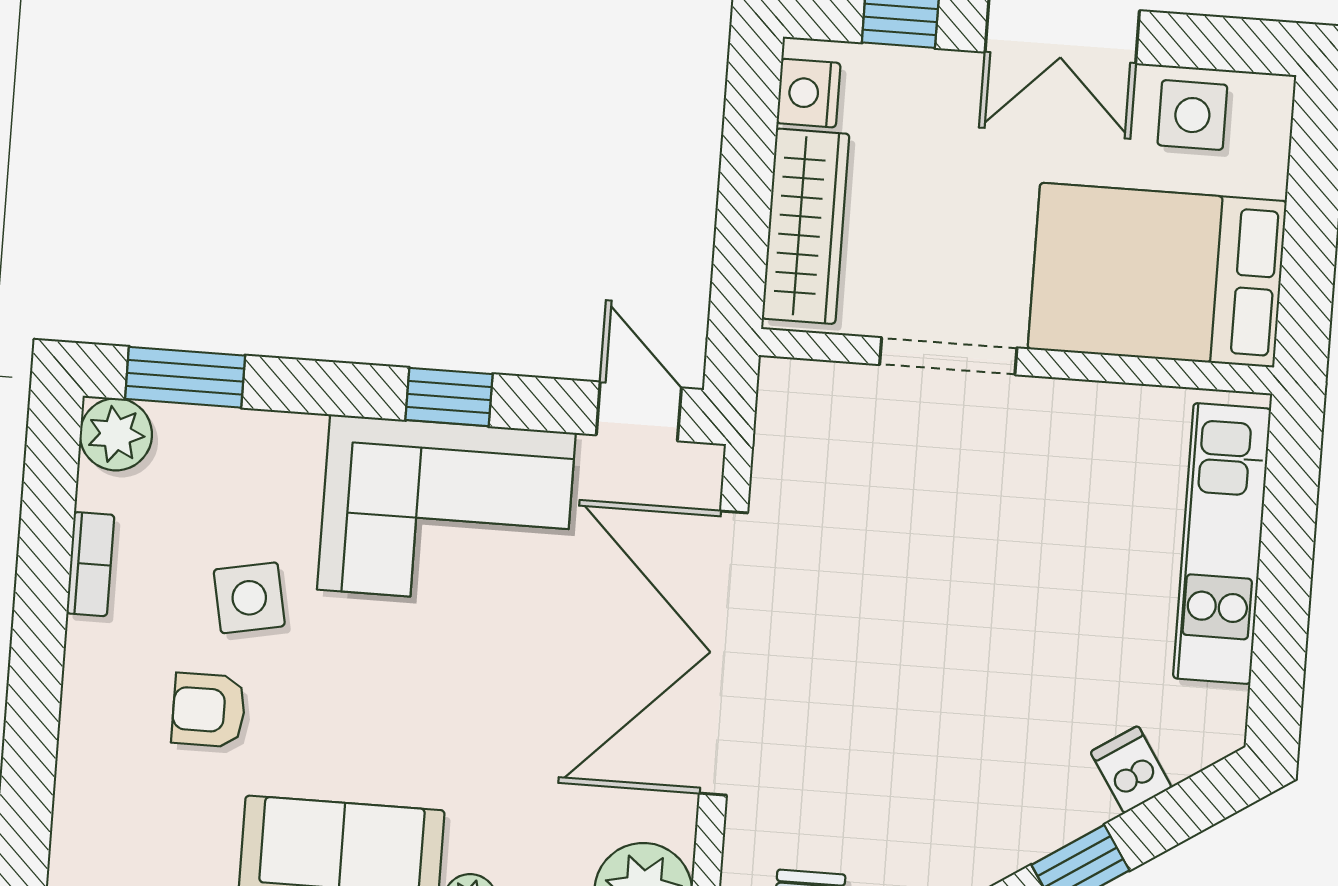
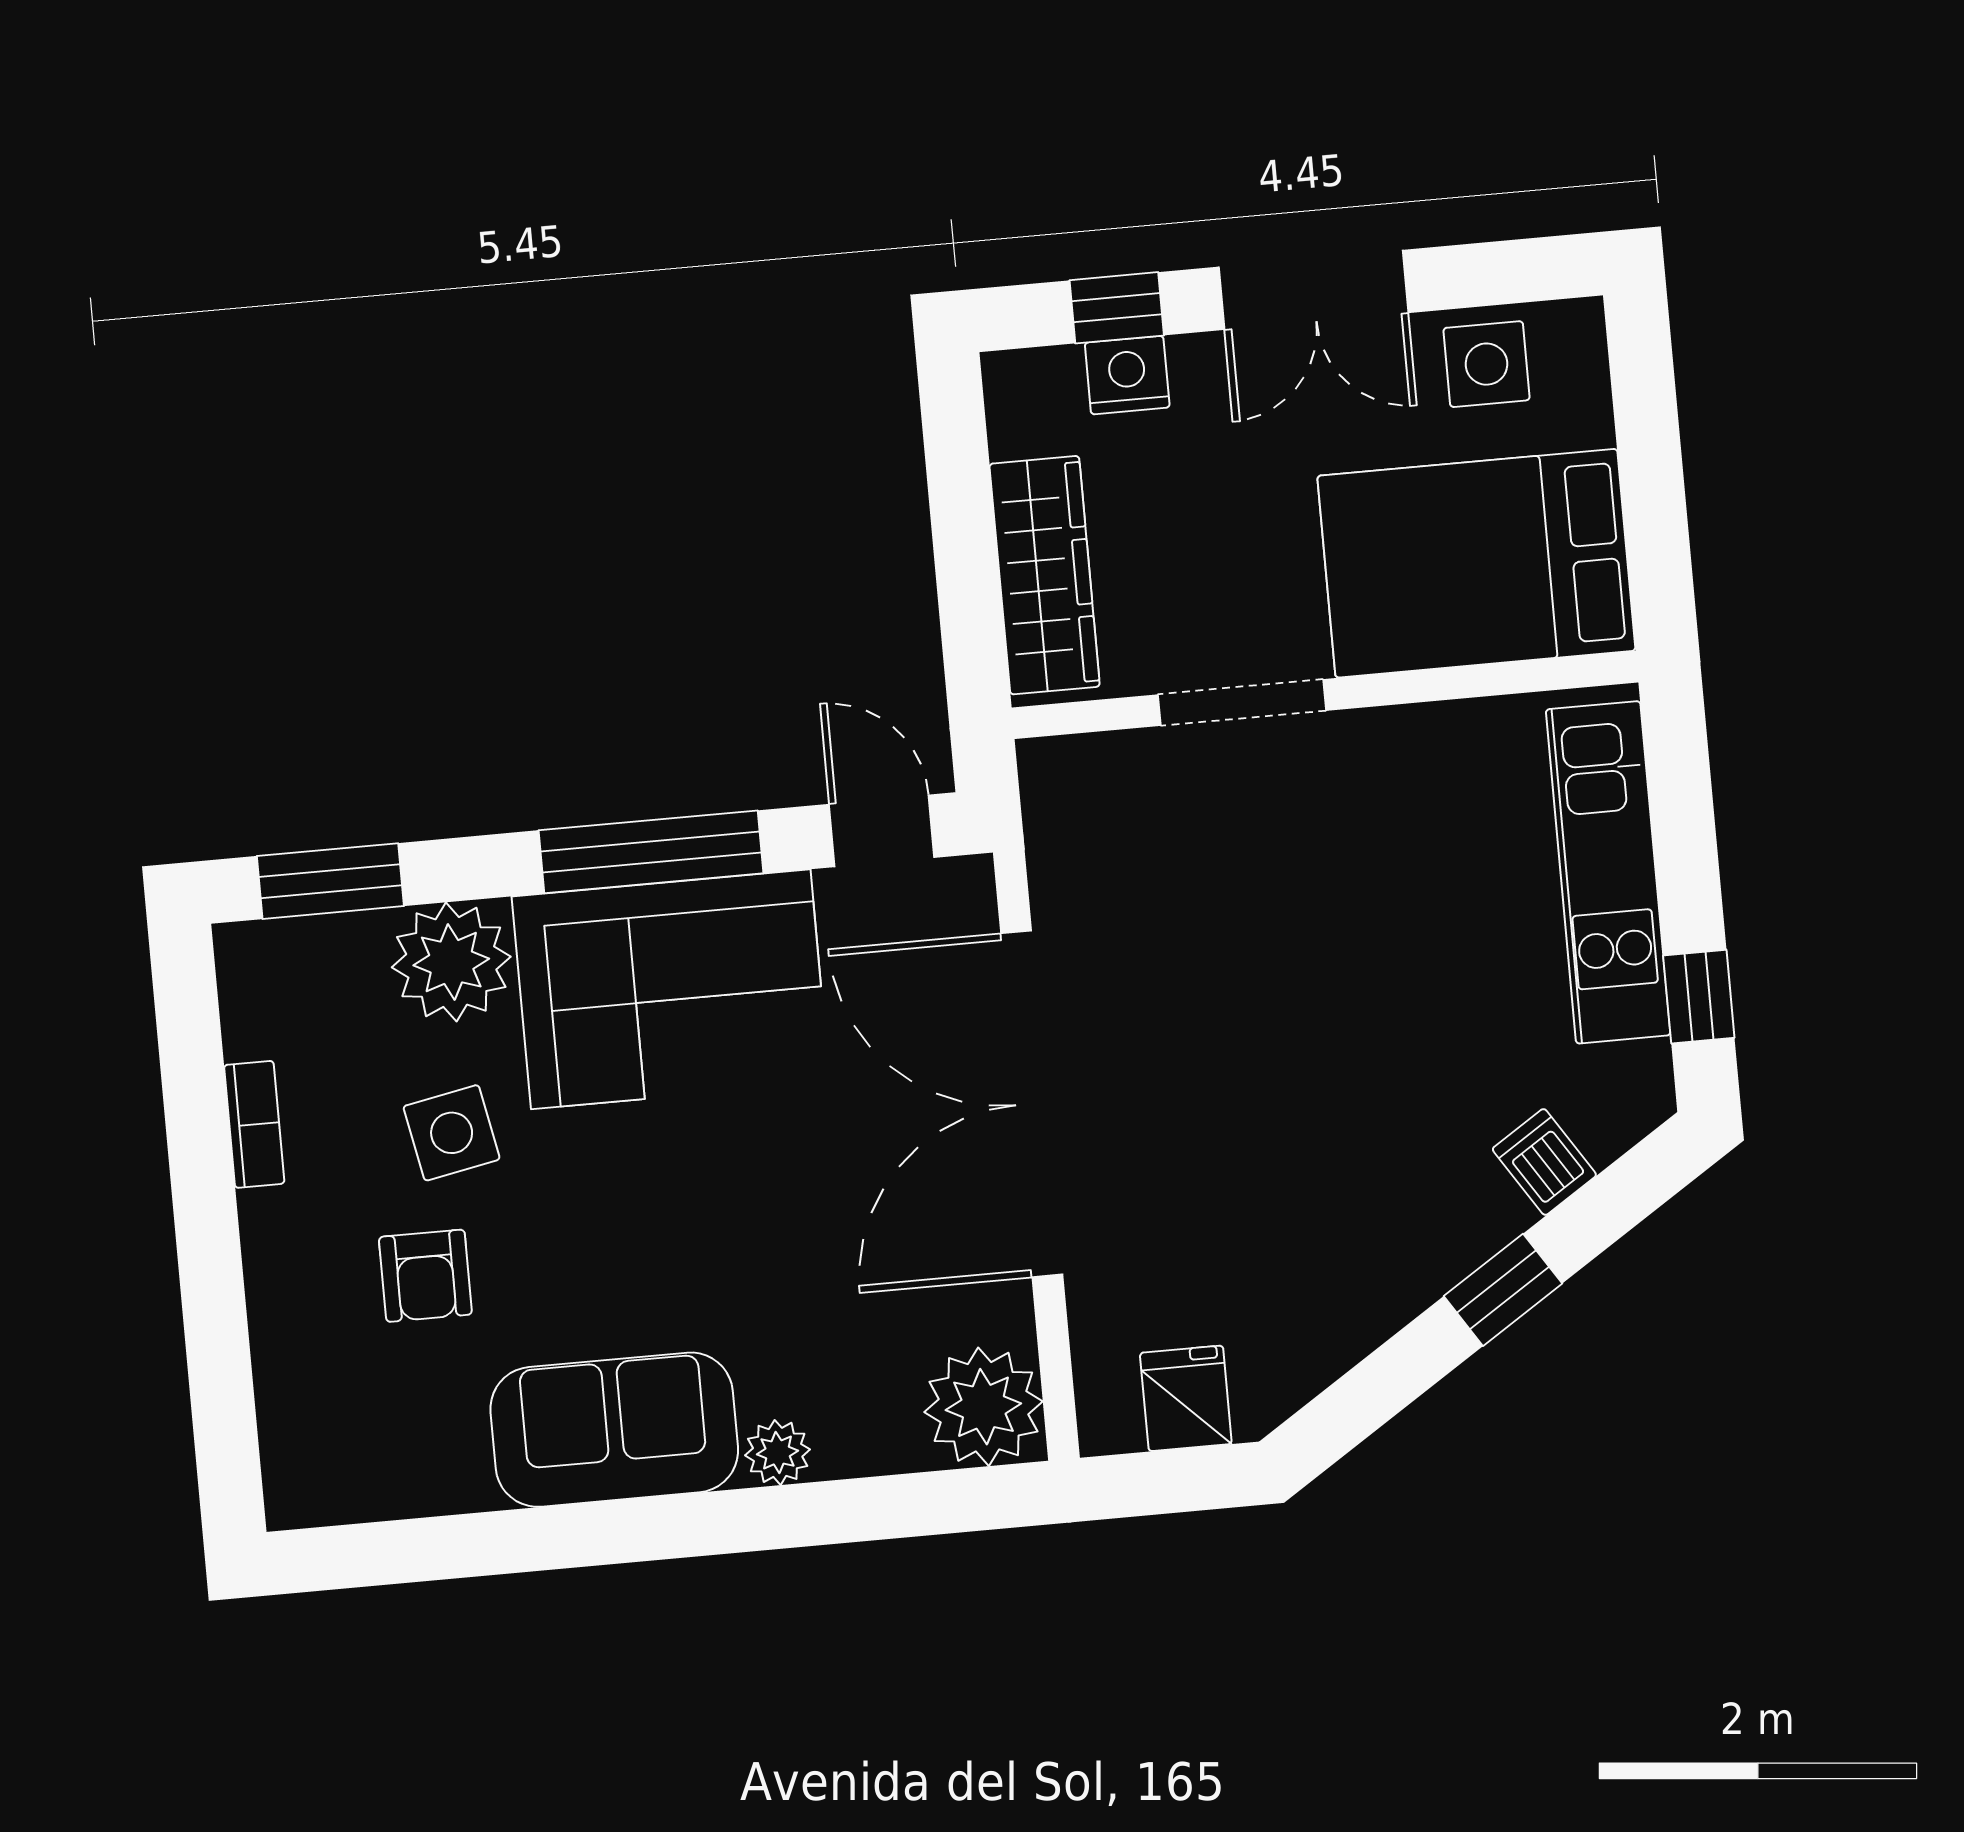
nightstand: (808, 93) -> (1127, 375), moved, turned 90
window: (449, 397) -> (651, 852), width x2.17
plant: (116, 434) -> (451, 962), moved, width x1.36, depth x1.36
window: (1279, 657) -> (1699, 997), added
armchair: (209, 710) -> (425, 1276), turned -90

